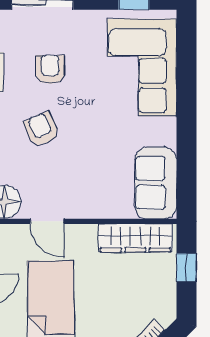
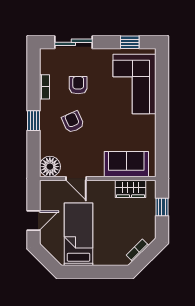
sofa: (156, 183) -> (126, 164), moved, turned 90
wardrobe: (135, 238) -> (131, 189), width x0.67

